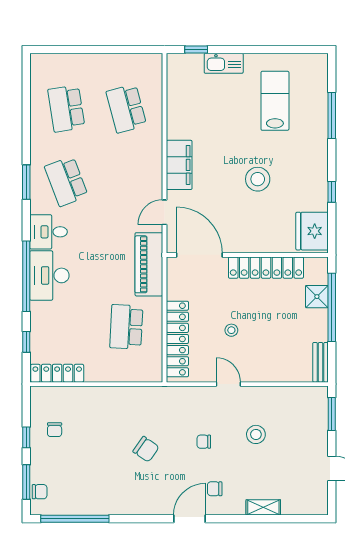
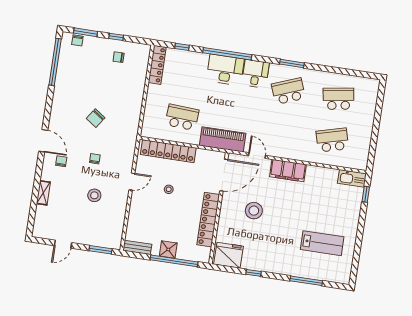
kitchen sink: (224, 63) -> (352, 178), moved, turned -90
stool: (258, 179) -> (254, 211), moved
shower: (317, 297) -> (168, 249), moved

